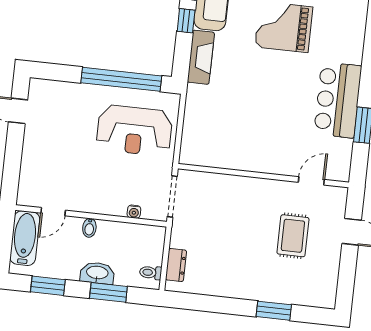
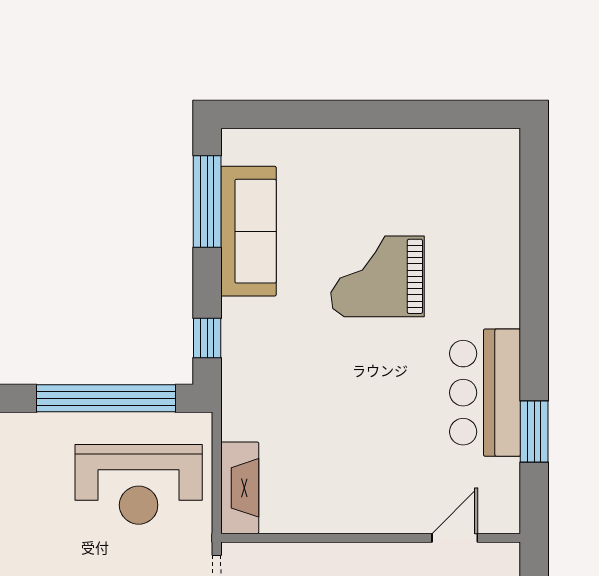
window: (186, 21) -> (207, 338), moved
fireplace: (201, 57) -> (240, 488), moved

